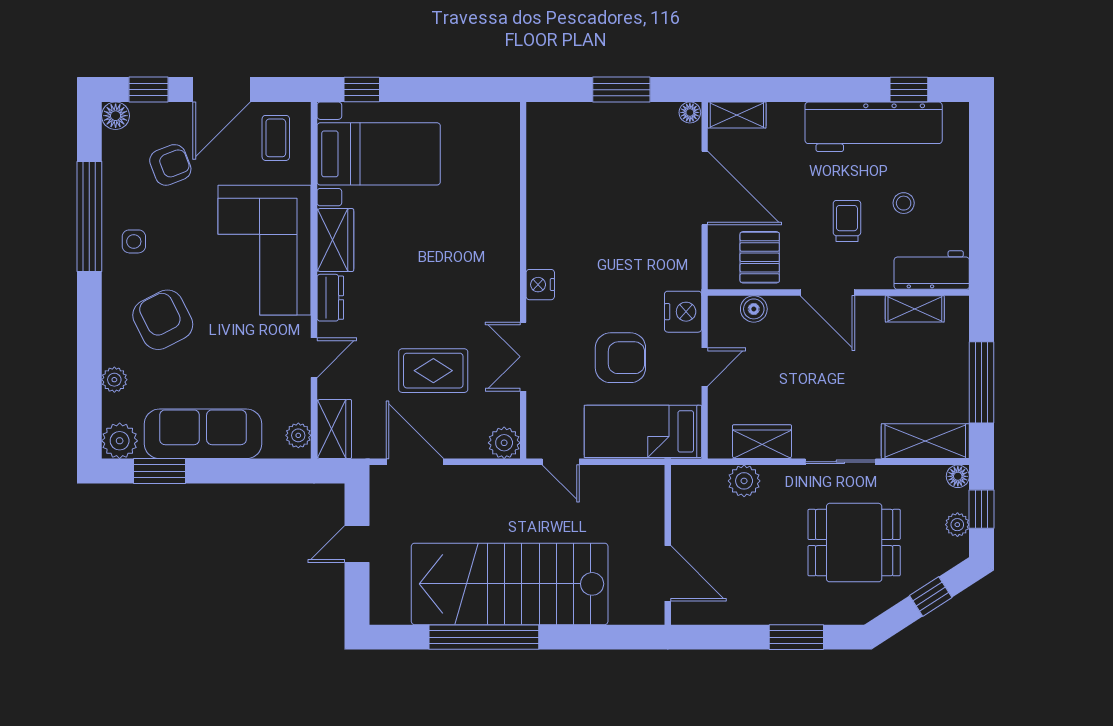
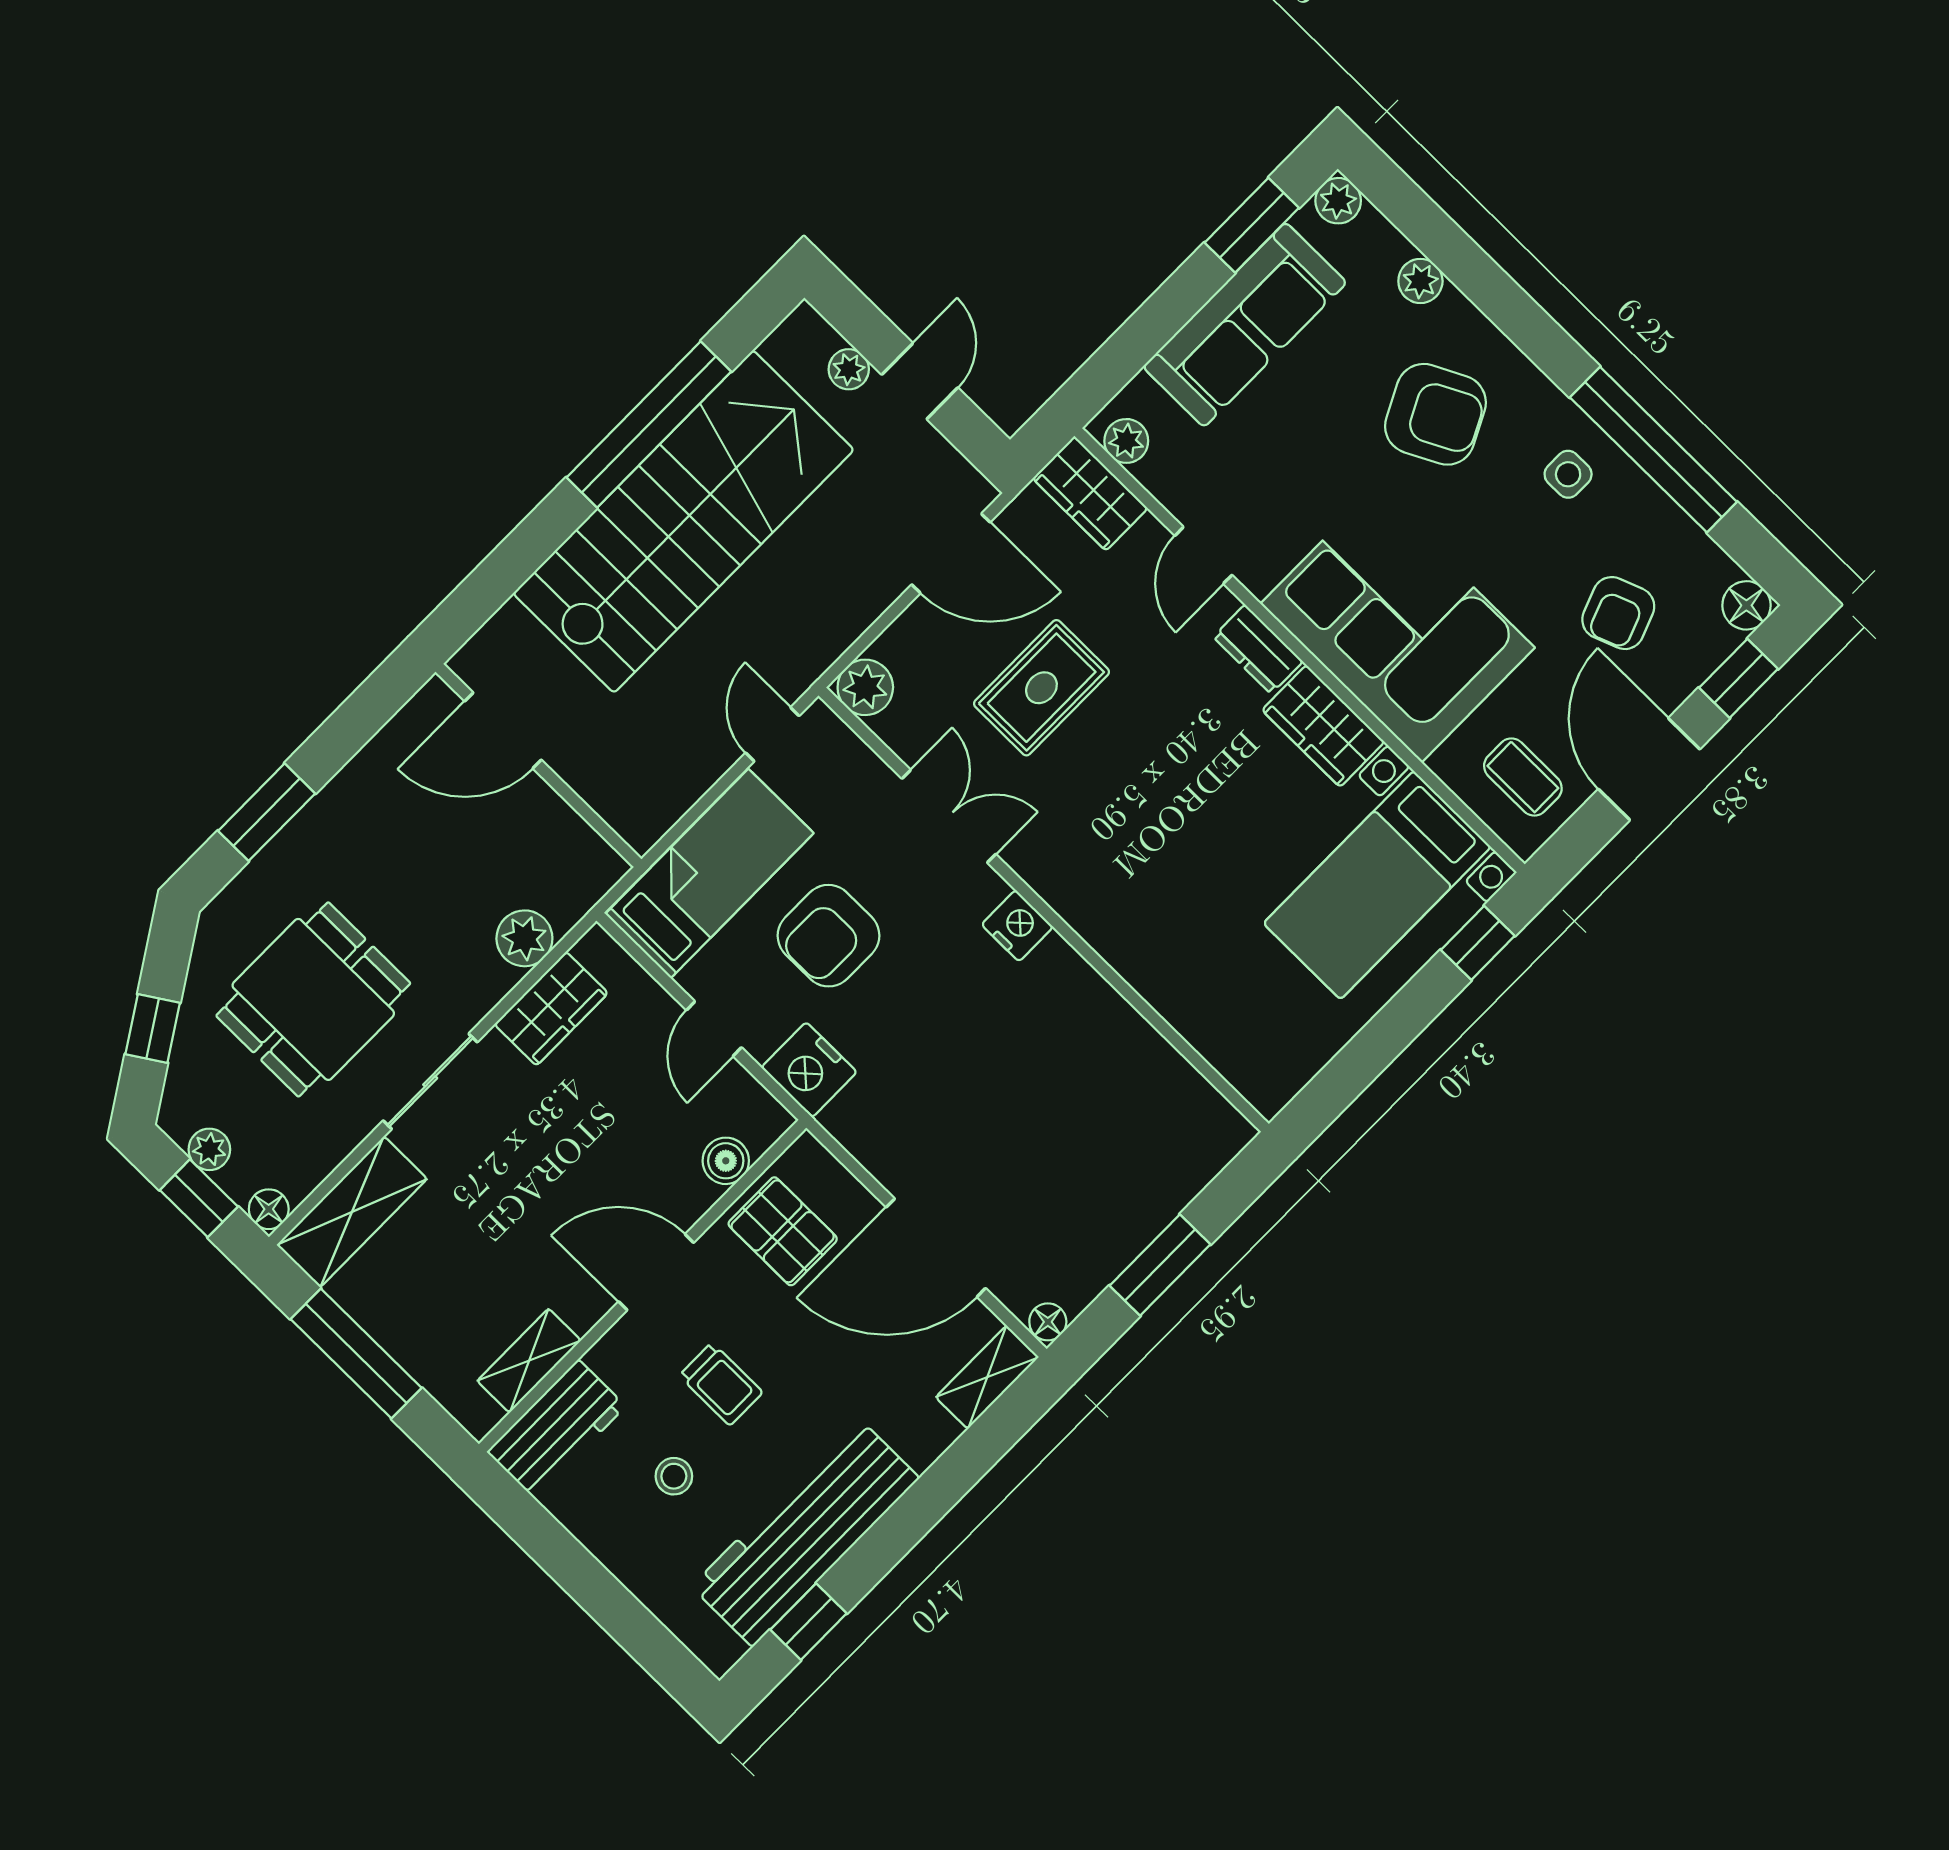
plant: (120, 441) -> (1338, 201), width x0.73, depth x0.73
door: (561, 462) -> (772, 734), hinge flipped
plant: (381, 578) -> (849, 369), added

